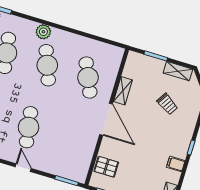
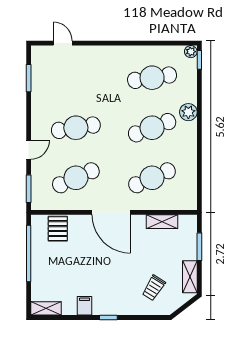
shelving: (123, 91) -> (162, 222), moved
trolley: (167, 104) -> (154, 288), moved
door: (106, 119) -> (111, 212), hinge flipped
cafe table: (69, 140) -> (76, 178), added
door: (23, 168) -> (29, 150), moved

